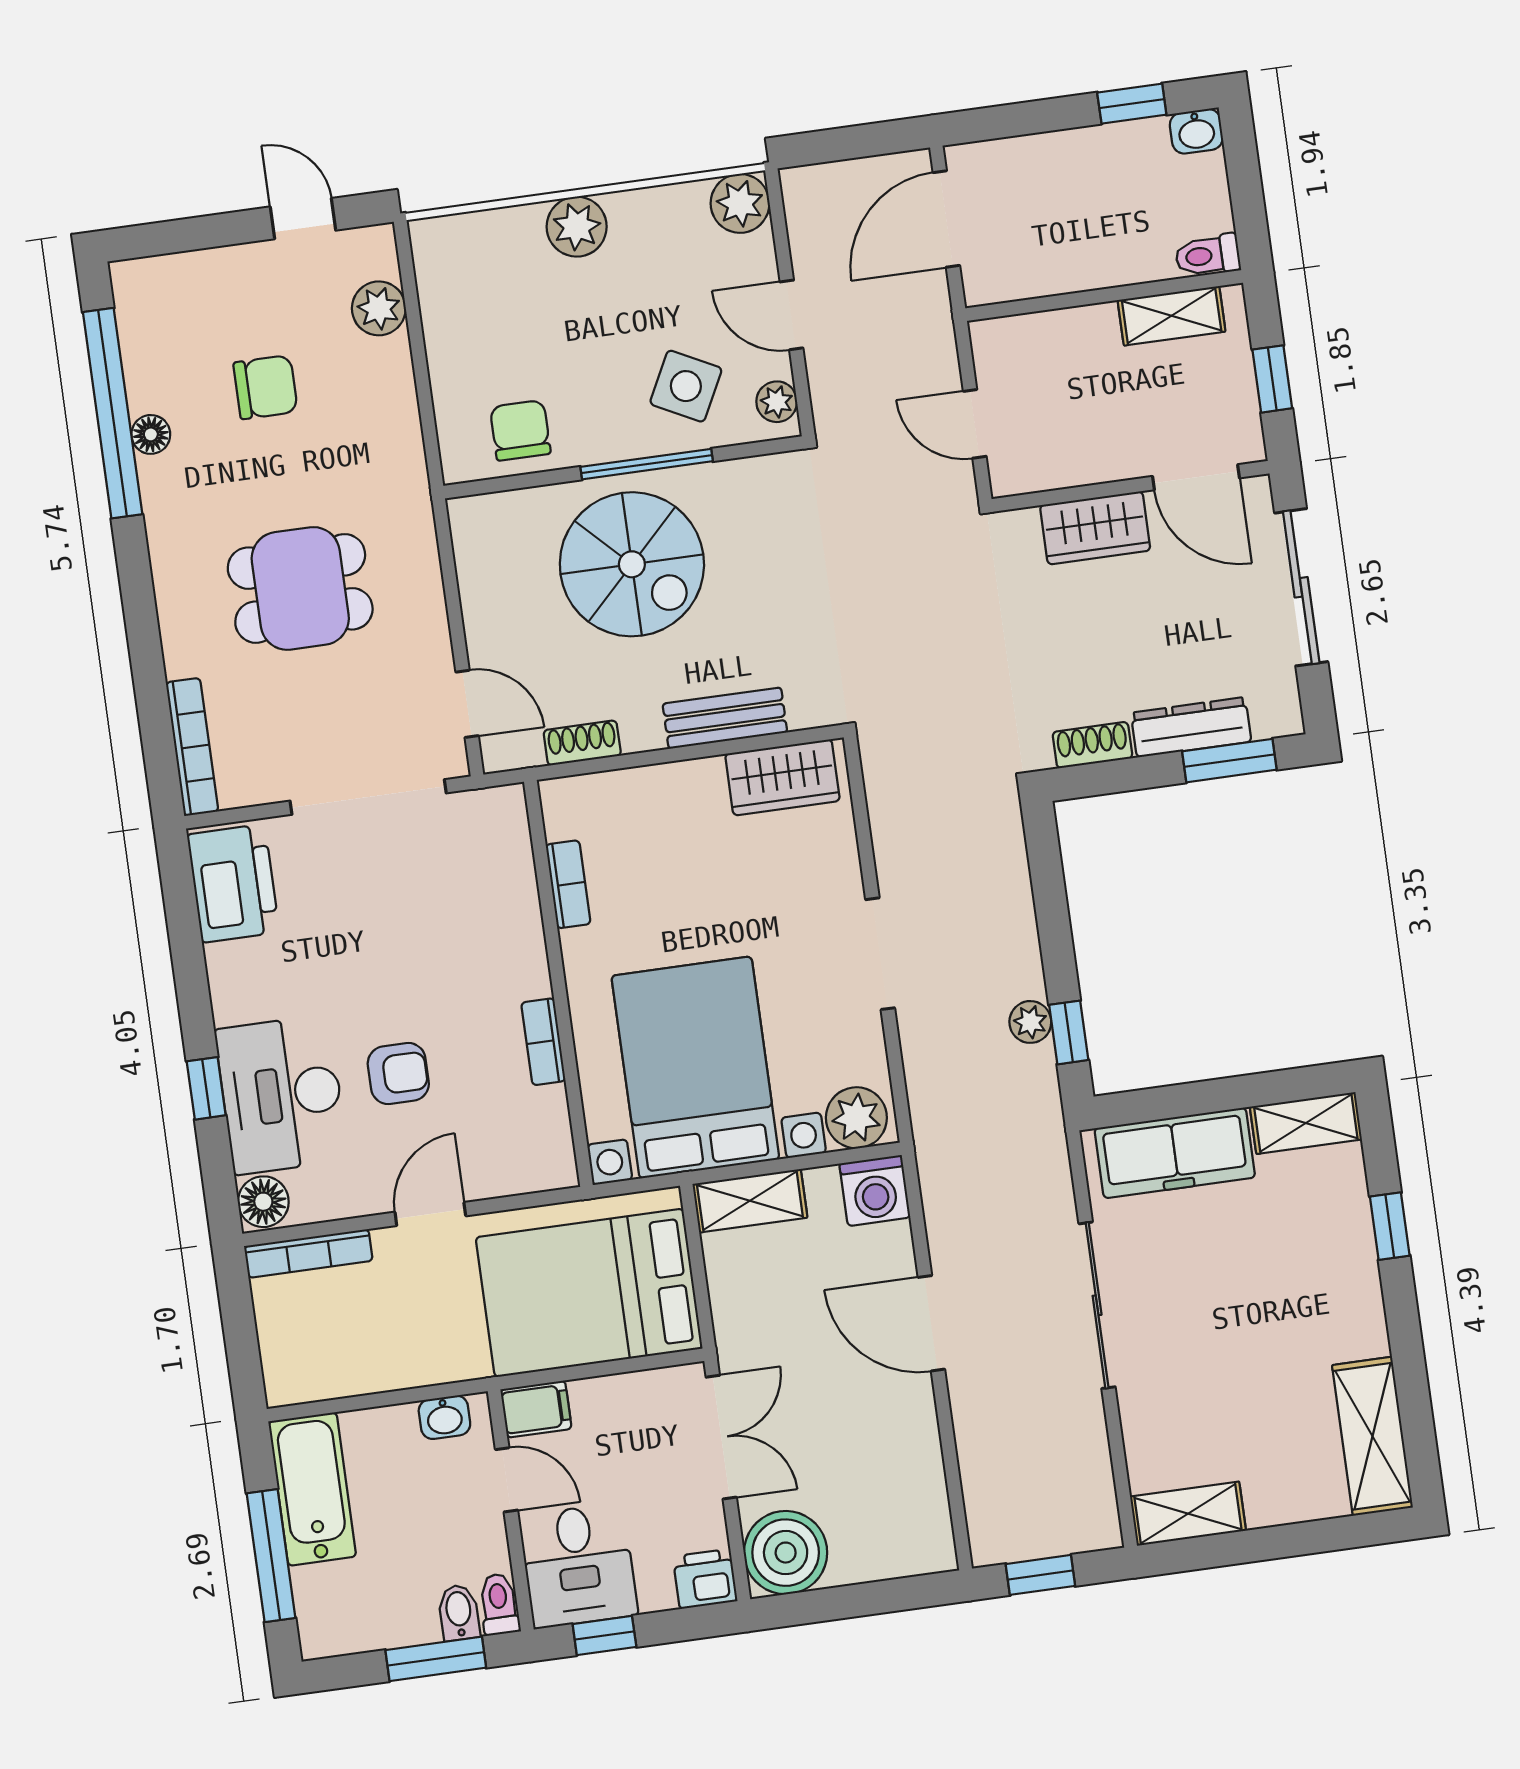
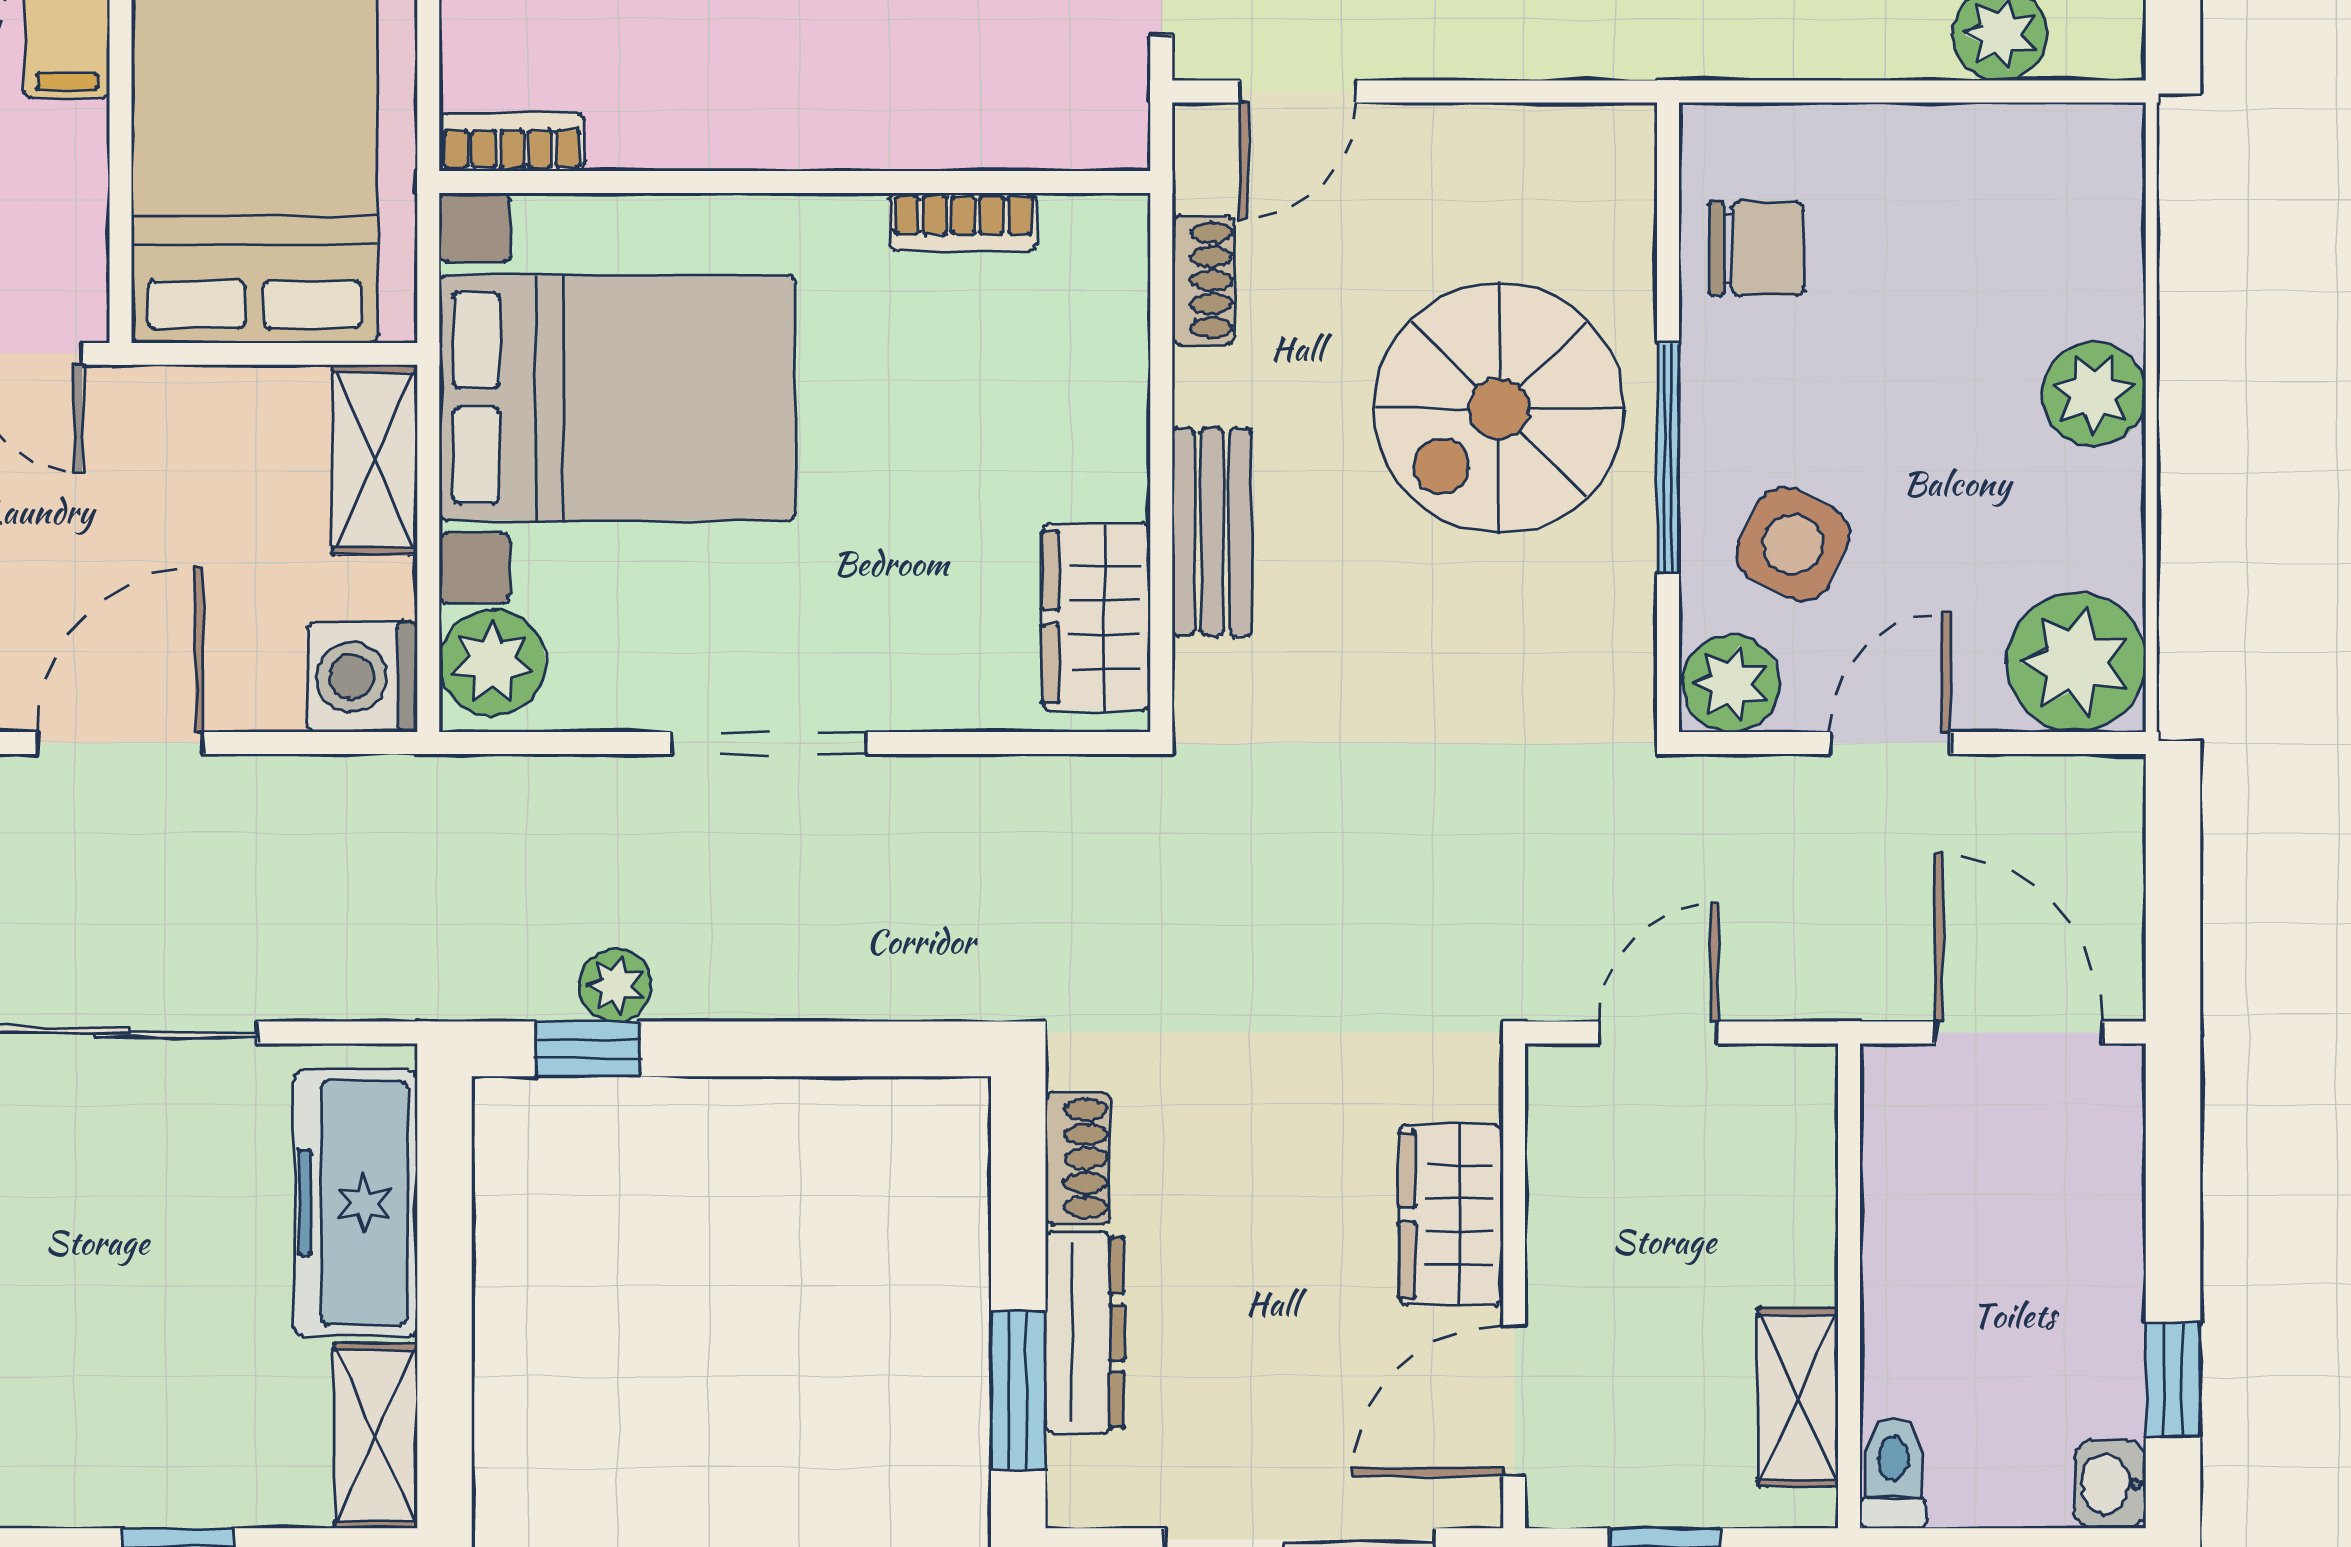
plant: (740, 203) -> (2076, 662), width x1.36, depth x1.36
plant: (777, 402) -> (1731, 684), width x1.38, depth x1.38
bookcase: (543, 1042) -> (512, 142), moved

